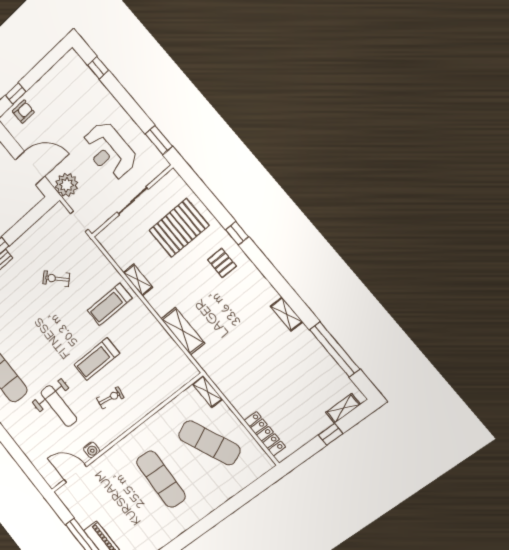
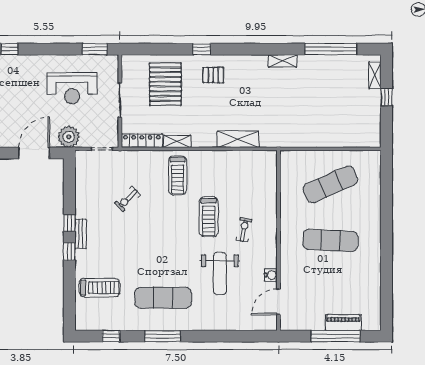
shelving: (207, 392) -> (294, 156), removed
weight bench: (59, 406) -> (220, 273), turned 90
locker: (265, 434) -> (142, 141), moved

